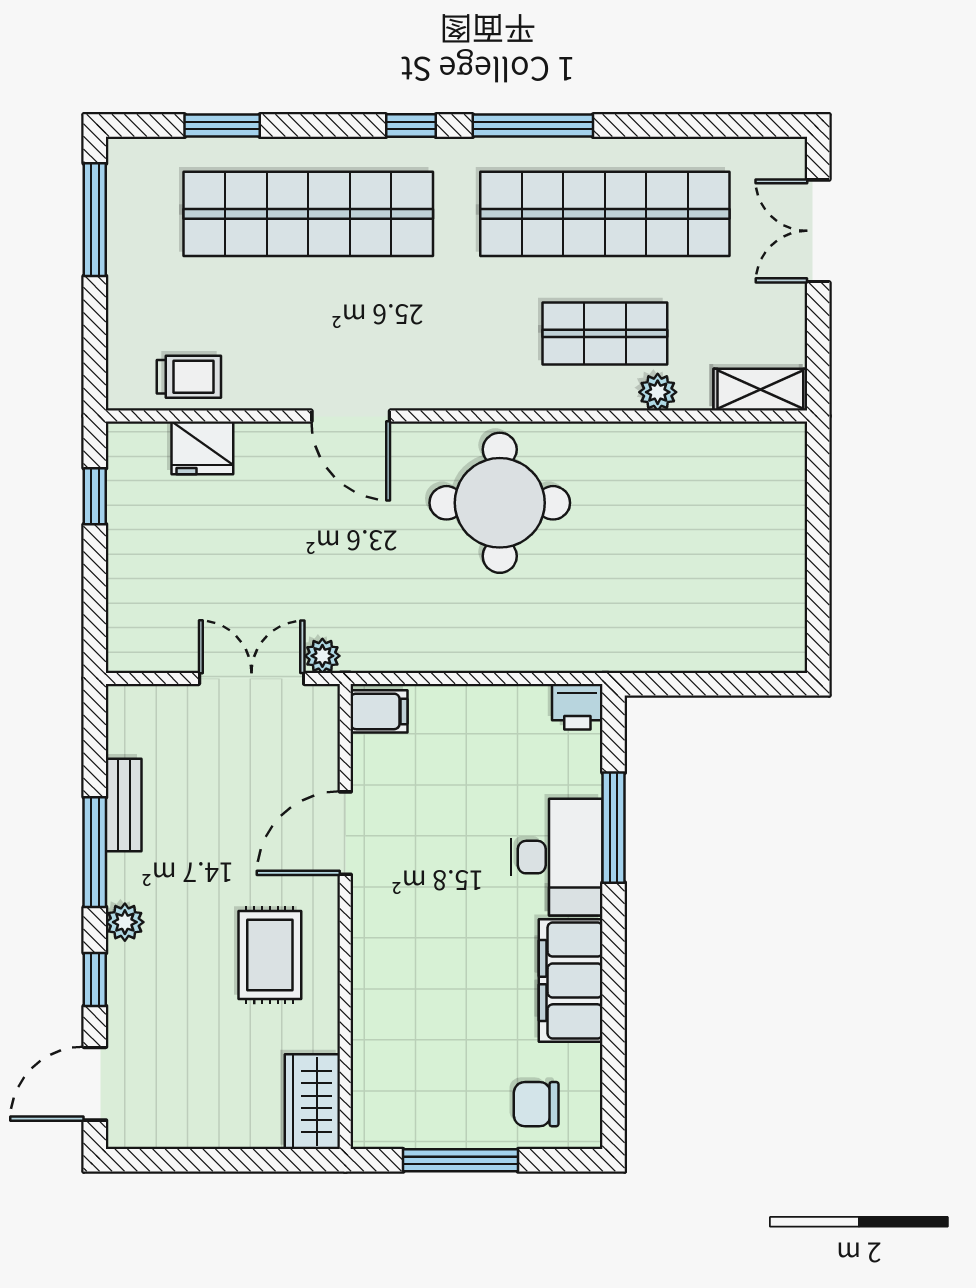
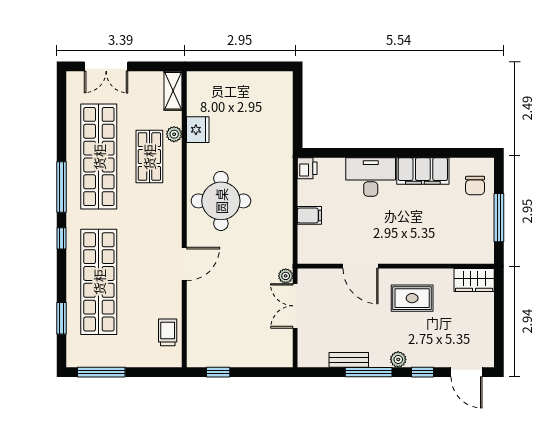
fridge: (202, 448) -> (198, 130), moved
filing cabinet: (379, 711) -> (309, 215), moved, turned 90
window: (614, 828) -> (358, 153), removed

